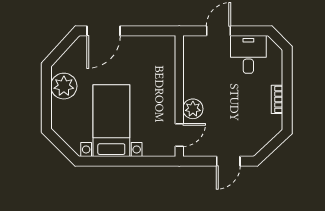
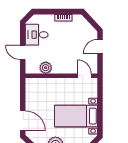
plant: (193, 109) -> (46, 68), moved
door: (228, 161) -> (100, 47), swing flipped

